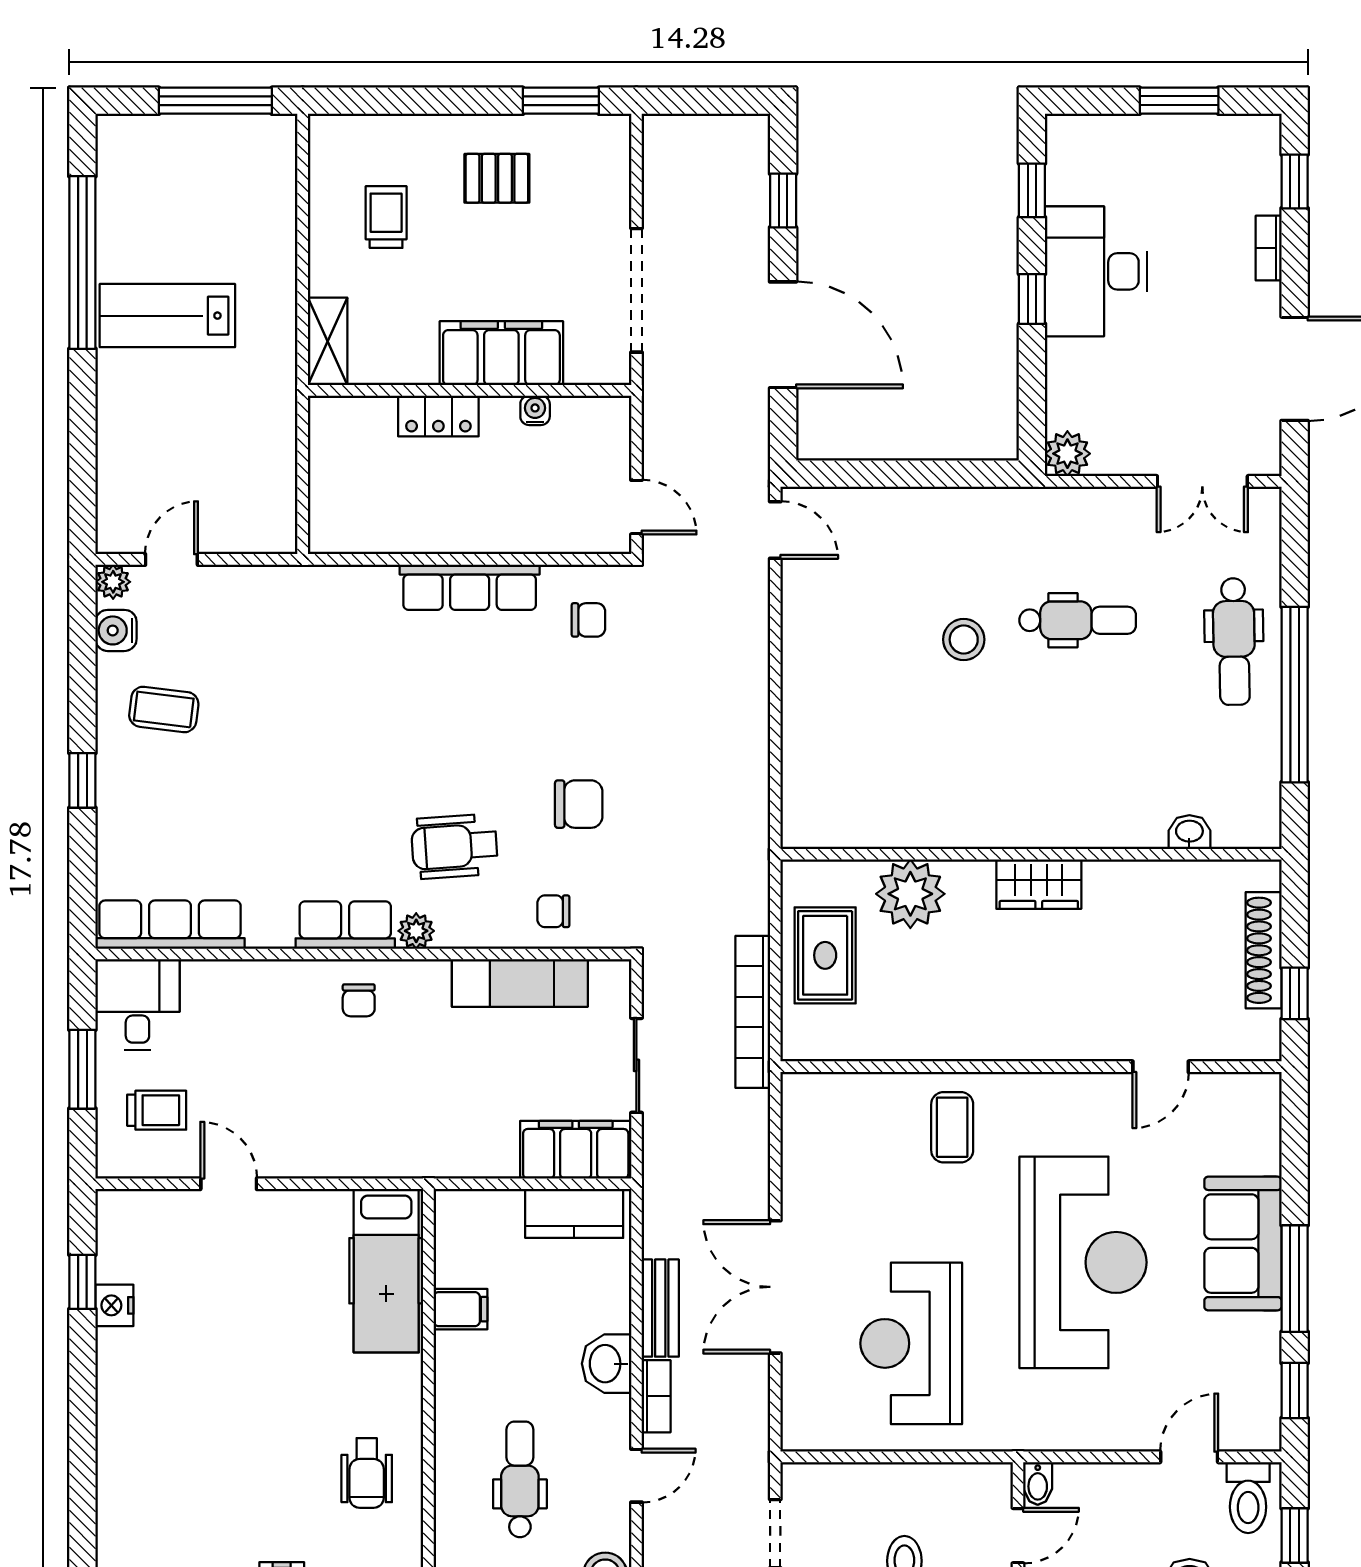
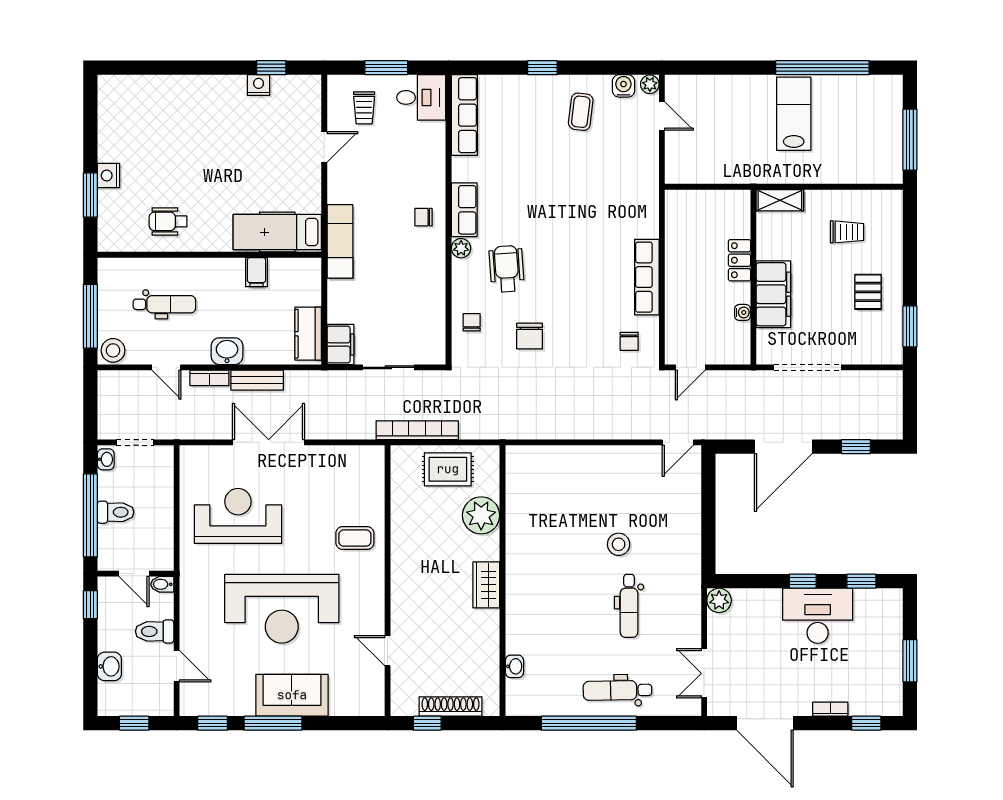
exam couch: (520, 983) -> (340, 241), moved, turned 180
filing cabinet: (576, 1150) -> (340, 344), width x0.67, depth x0.86
toilet: (1248, 1498) -> (155, 631), moved

